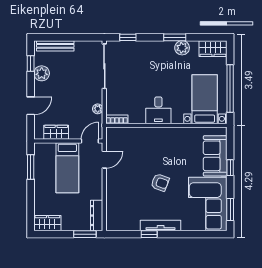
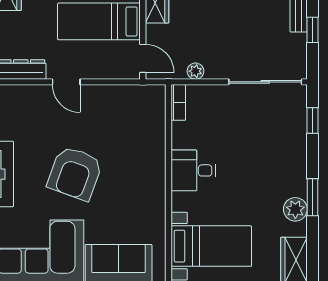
window: (72, 37) -> (313, 30), added
door: (104, 160) -> (66, 82), moved
armchair: (160, 182) -> (75, 173), width x1.88, depth x1.88

